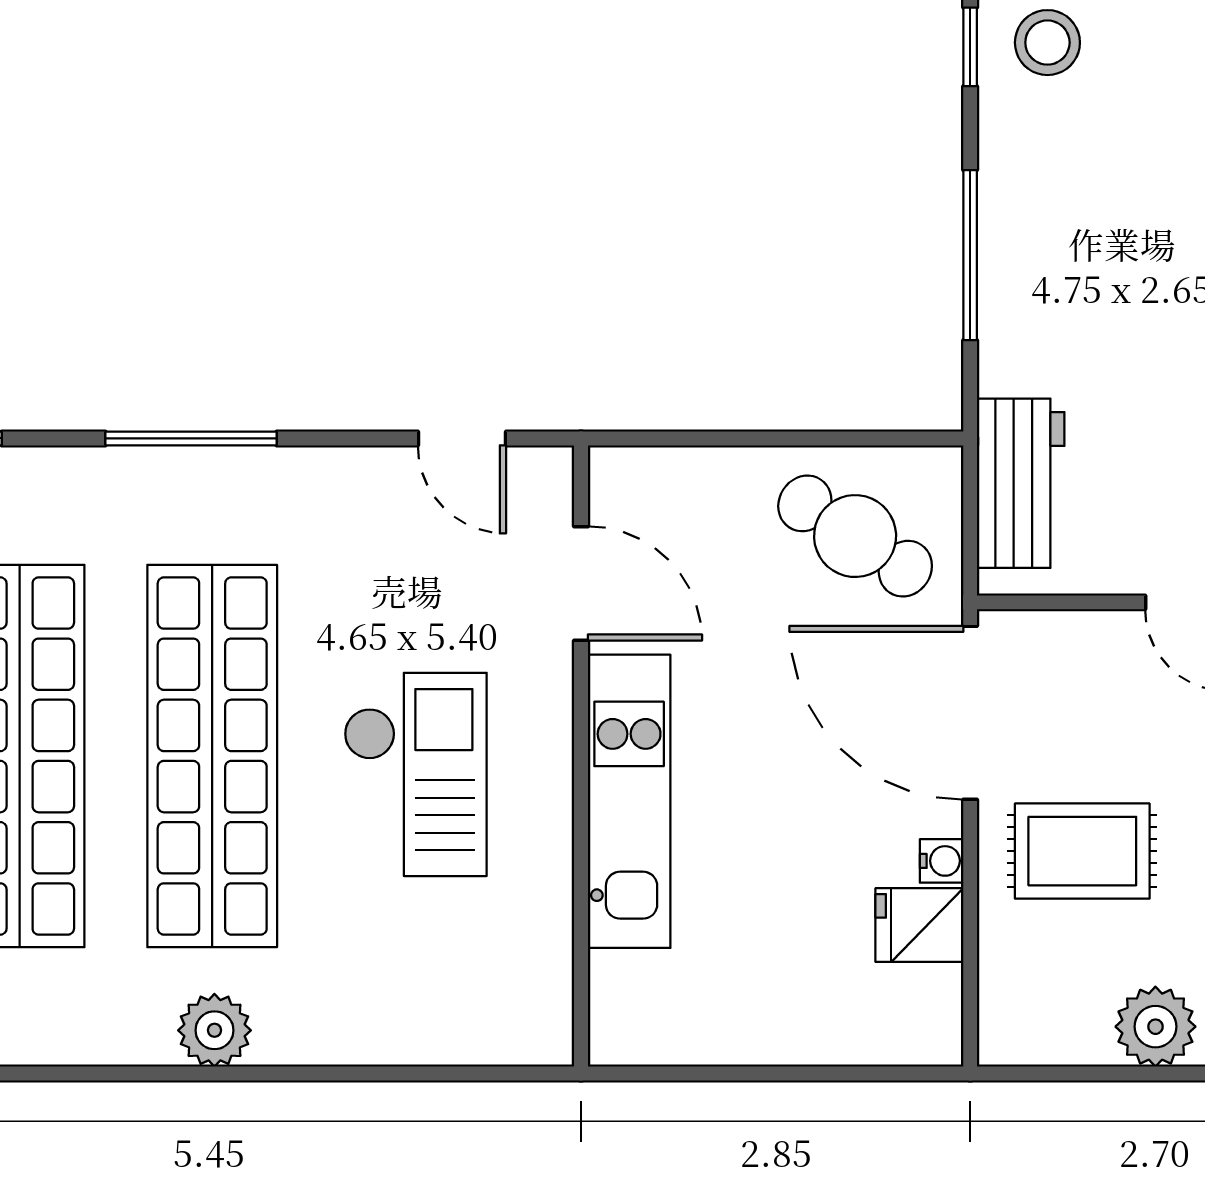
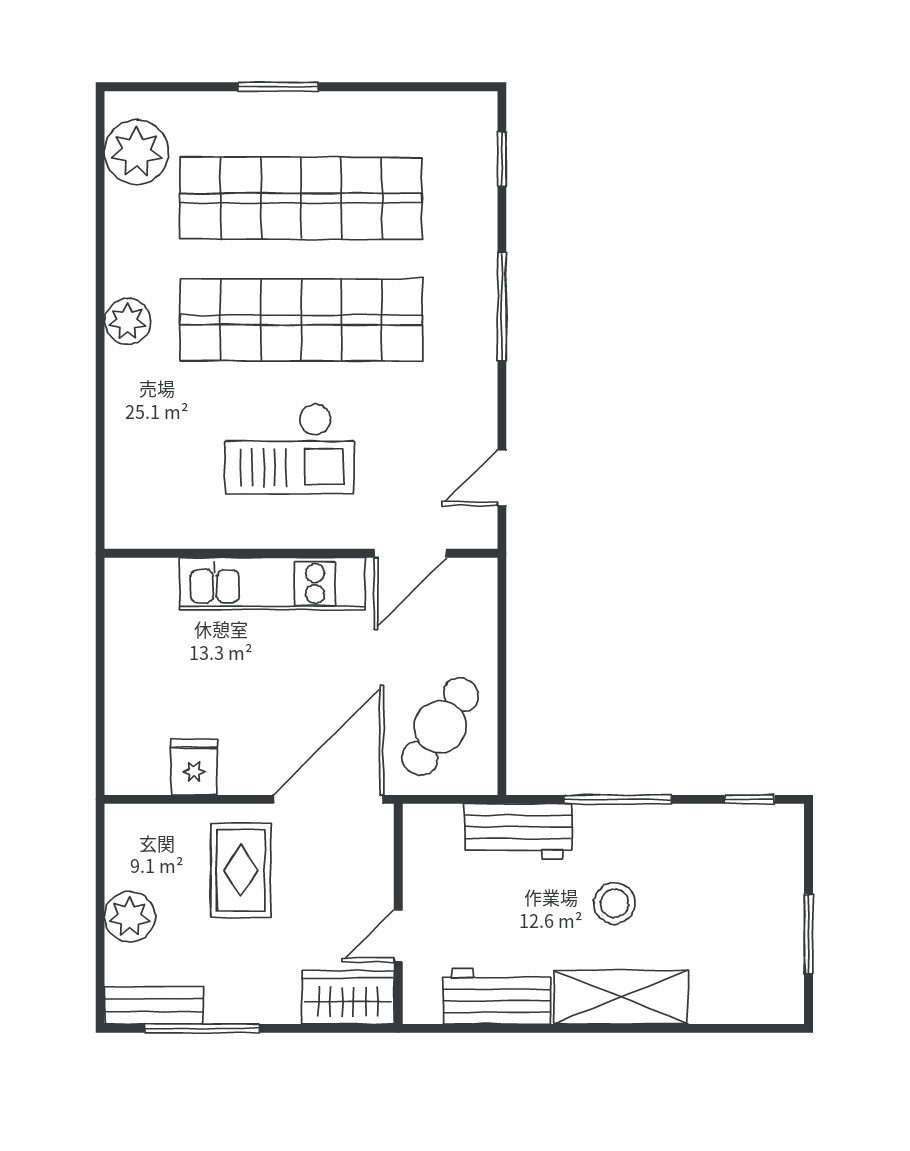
stool: (1047, 43) -> (615, 903), moved
workbench: (1021, 483) -> (518, 831), moved
water cooler: (942, 861) -> (235, 781), removed

